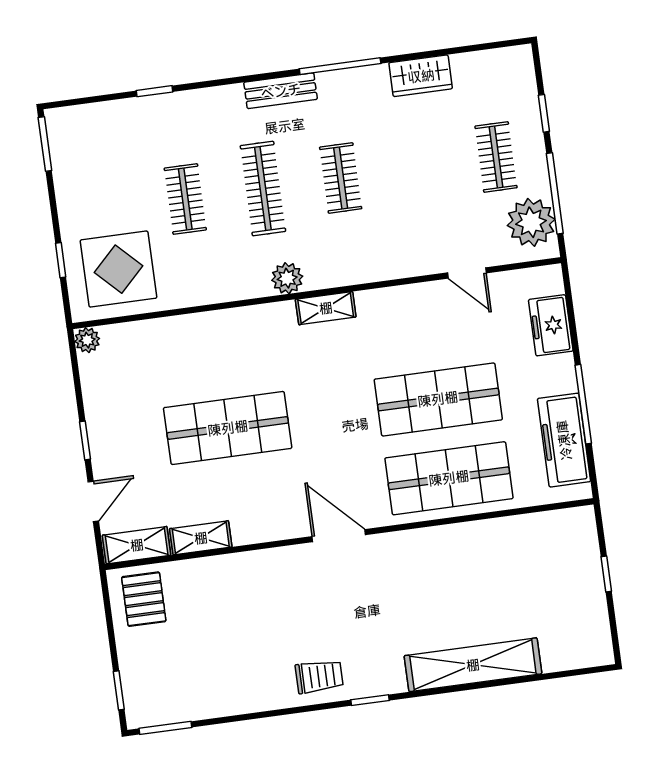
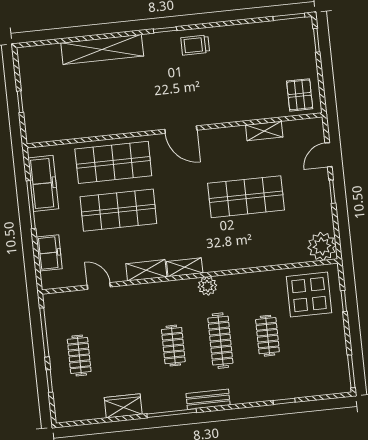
plant: (531, 222) -> (59, 315), removed
plant: (87, 340) -> (322, 246), width x1.88, depth x1.88
shelving: (137, 545) -> (146, 270), moved

